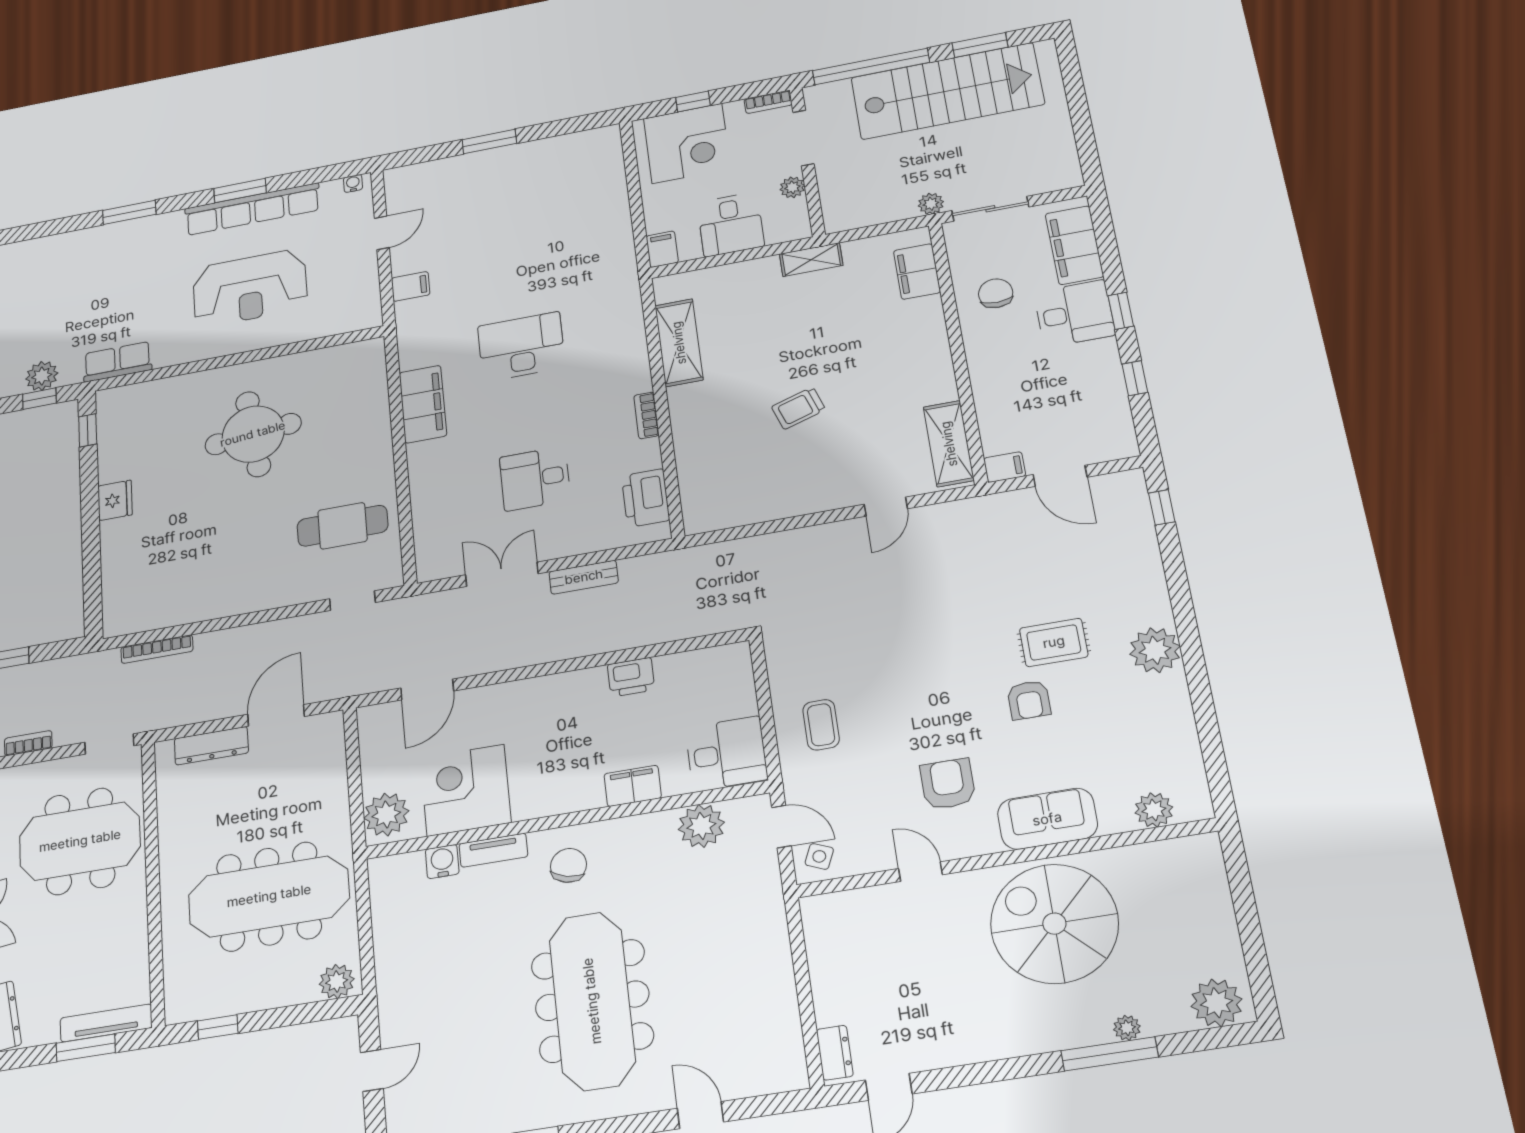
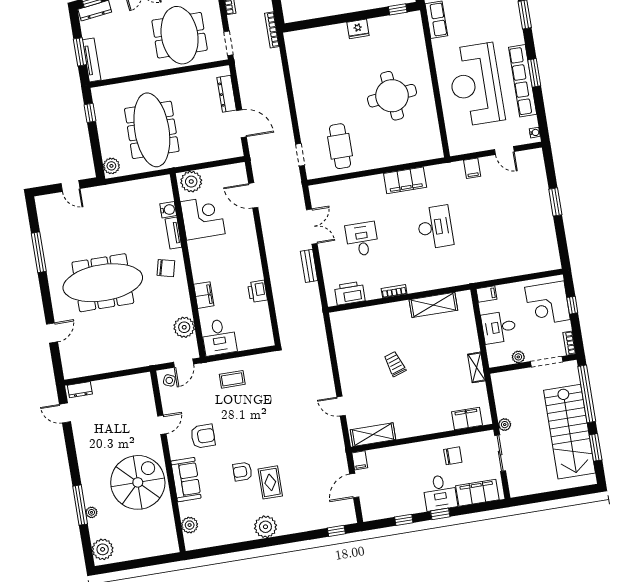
reception desk: (250, 288) -> (476, 85), width x1.36, depth x1.30
bookcase: (157, 649) -> (272, 30), moved

